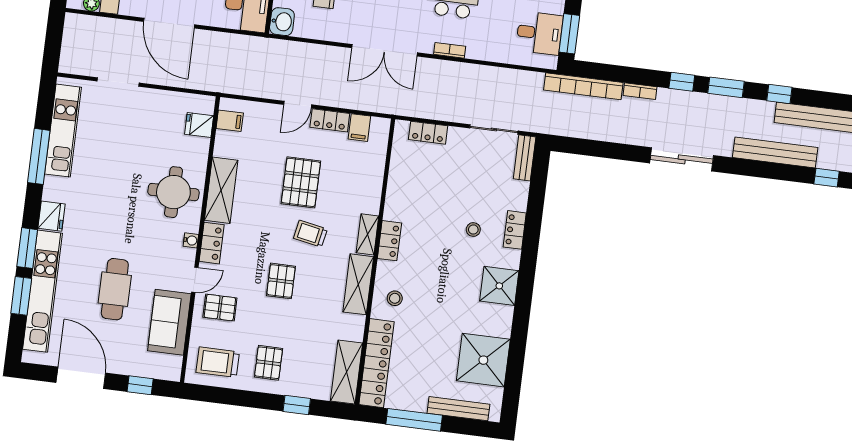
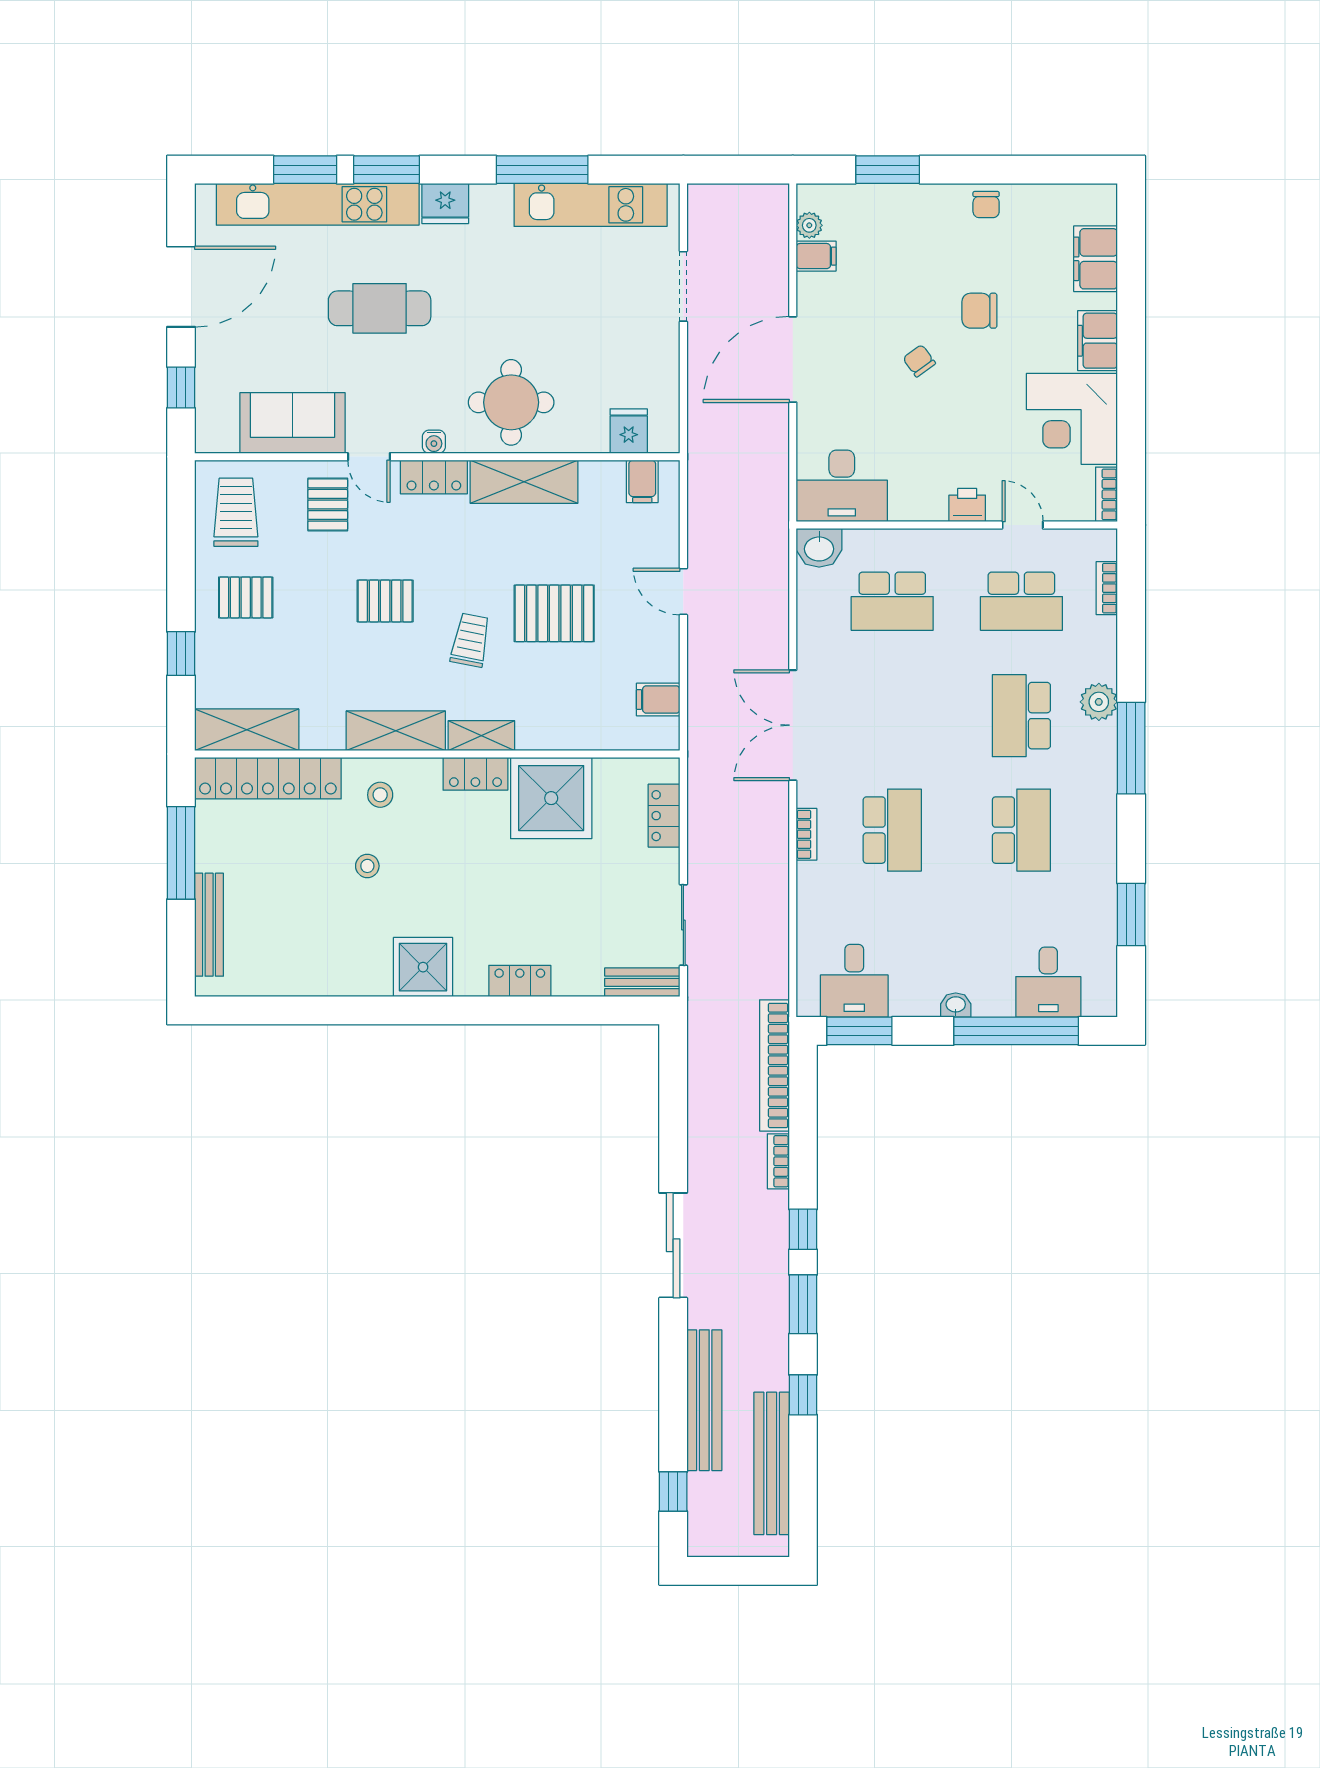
locker: (330, 120) -> (664, 649), removed
stool: (473, 230) -> (367, 866), moved
cafe table: (115, 289) -> (380, 308), moved
shower: (483, 360) -> (551, 798), moved

